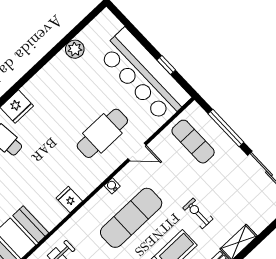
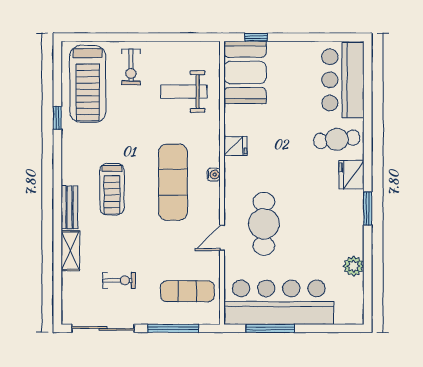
window: (166, 65) -> (270, 328), width x2.17
window: (29, 75) -> (368, 208), added
water cooler: (112, 186) -> (214, 175), moved
exercise bike: (198, 213) -> (119, 280), moved

